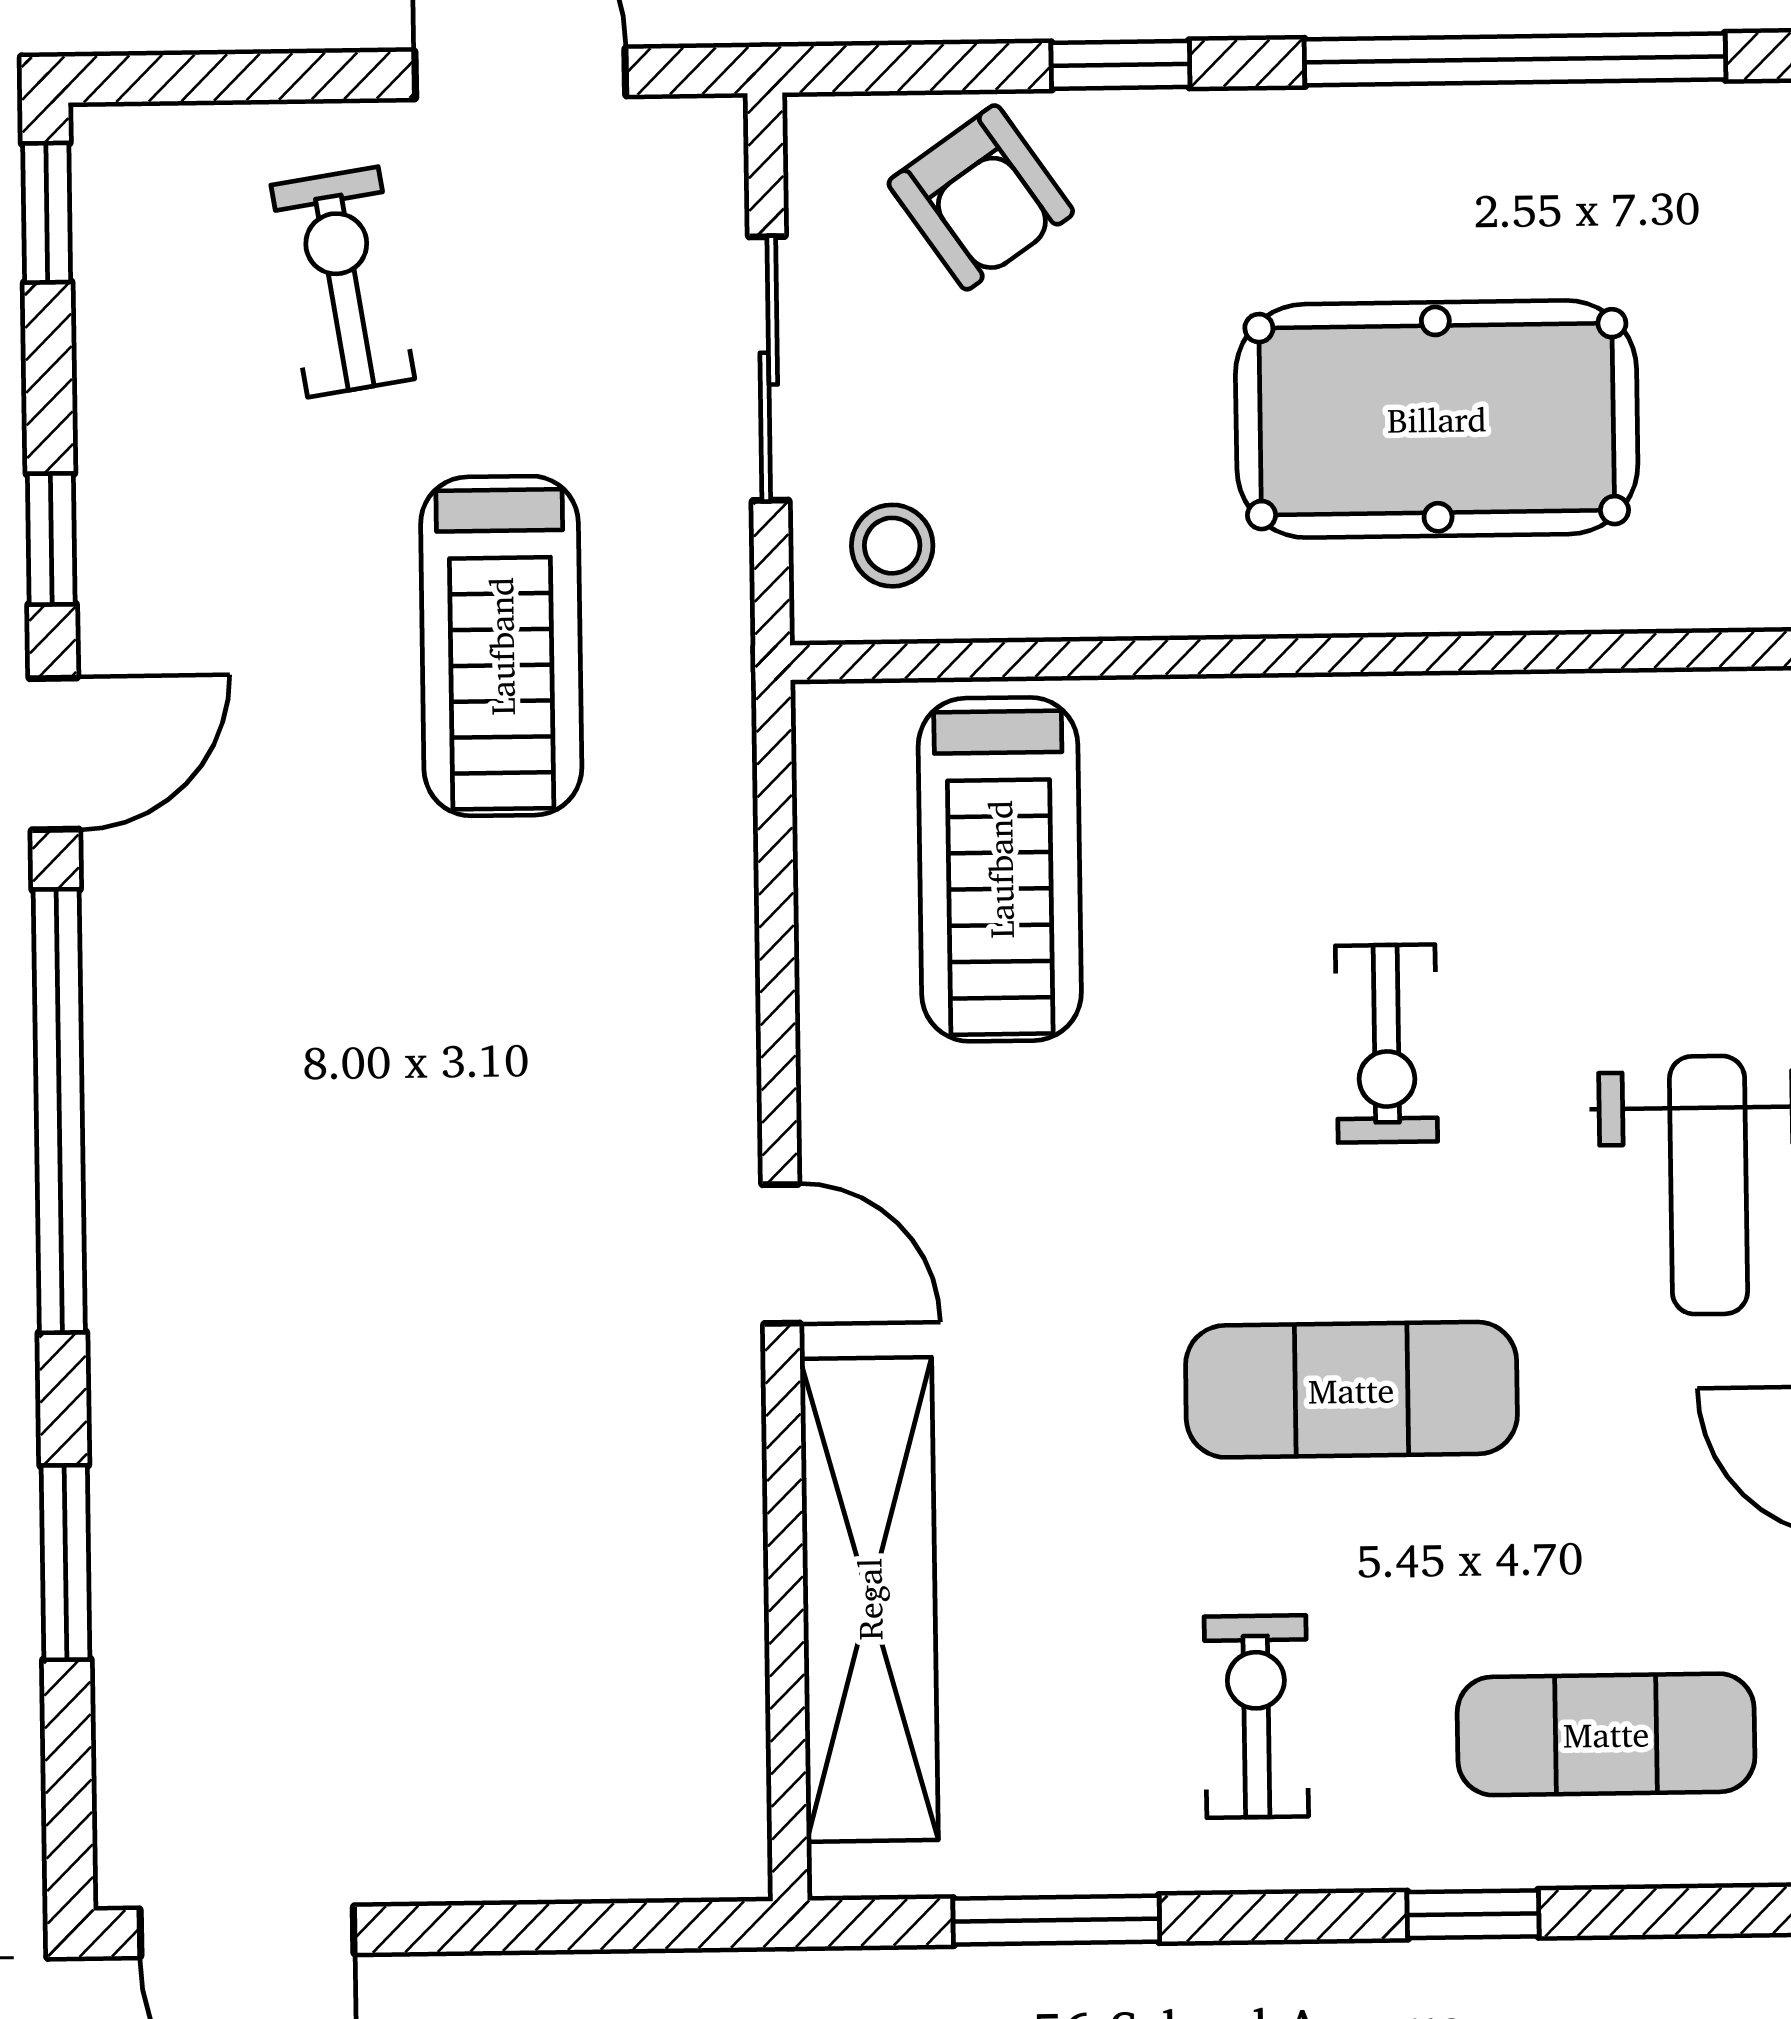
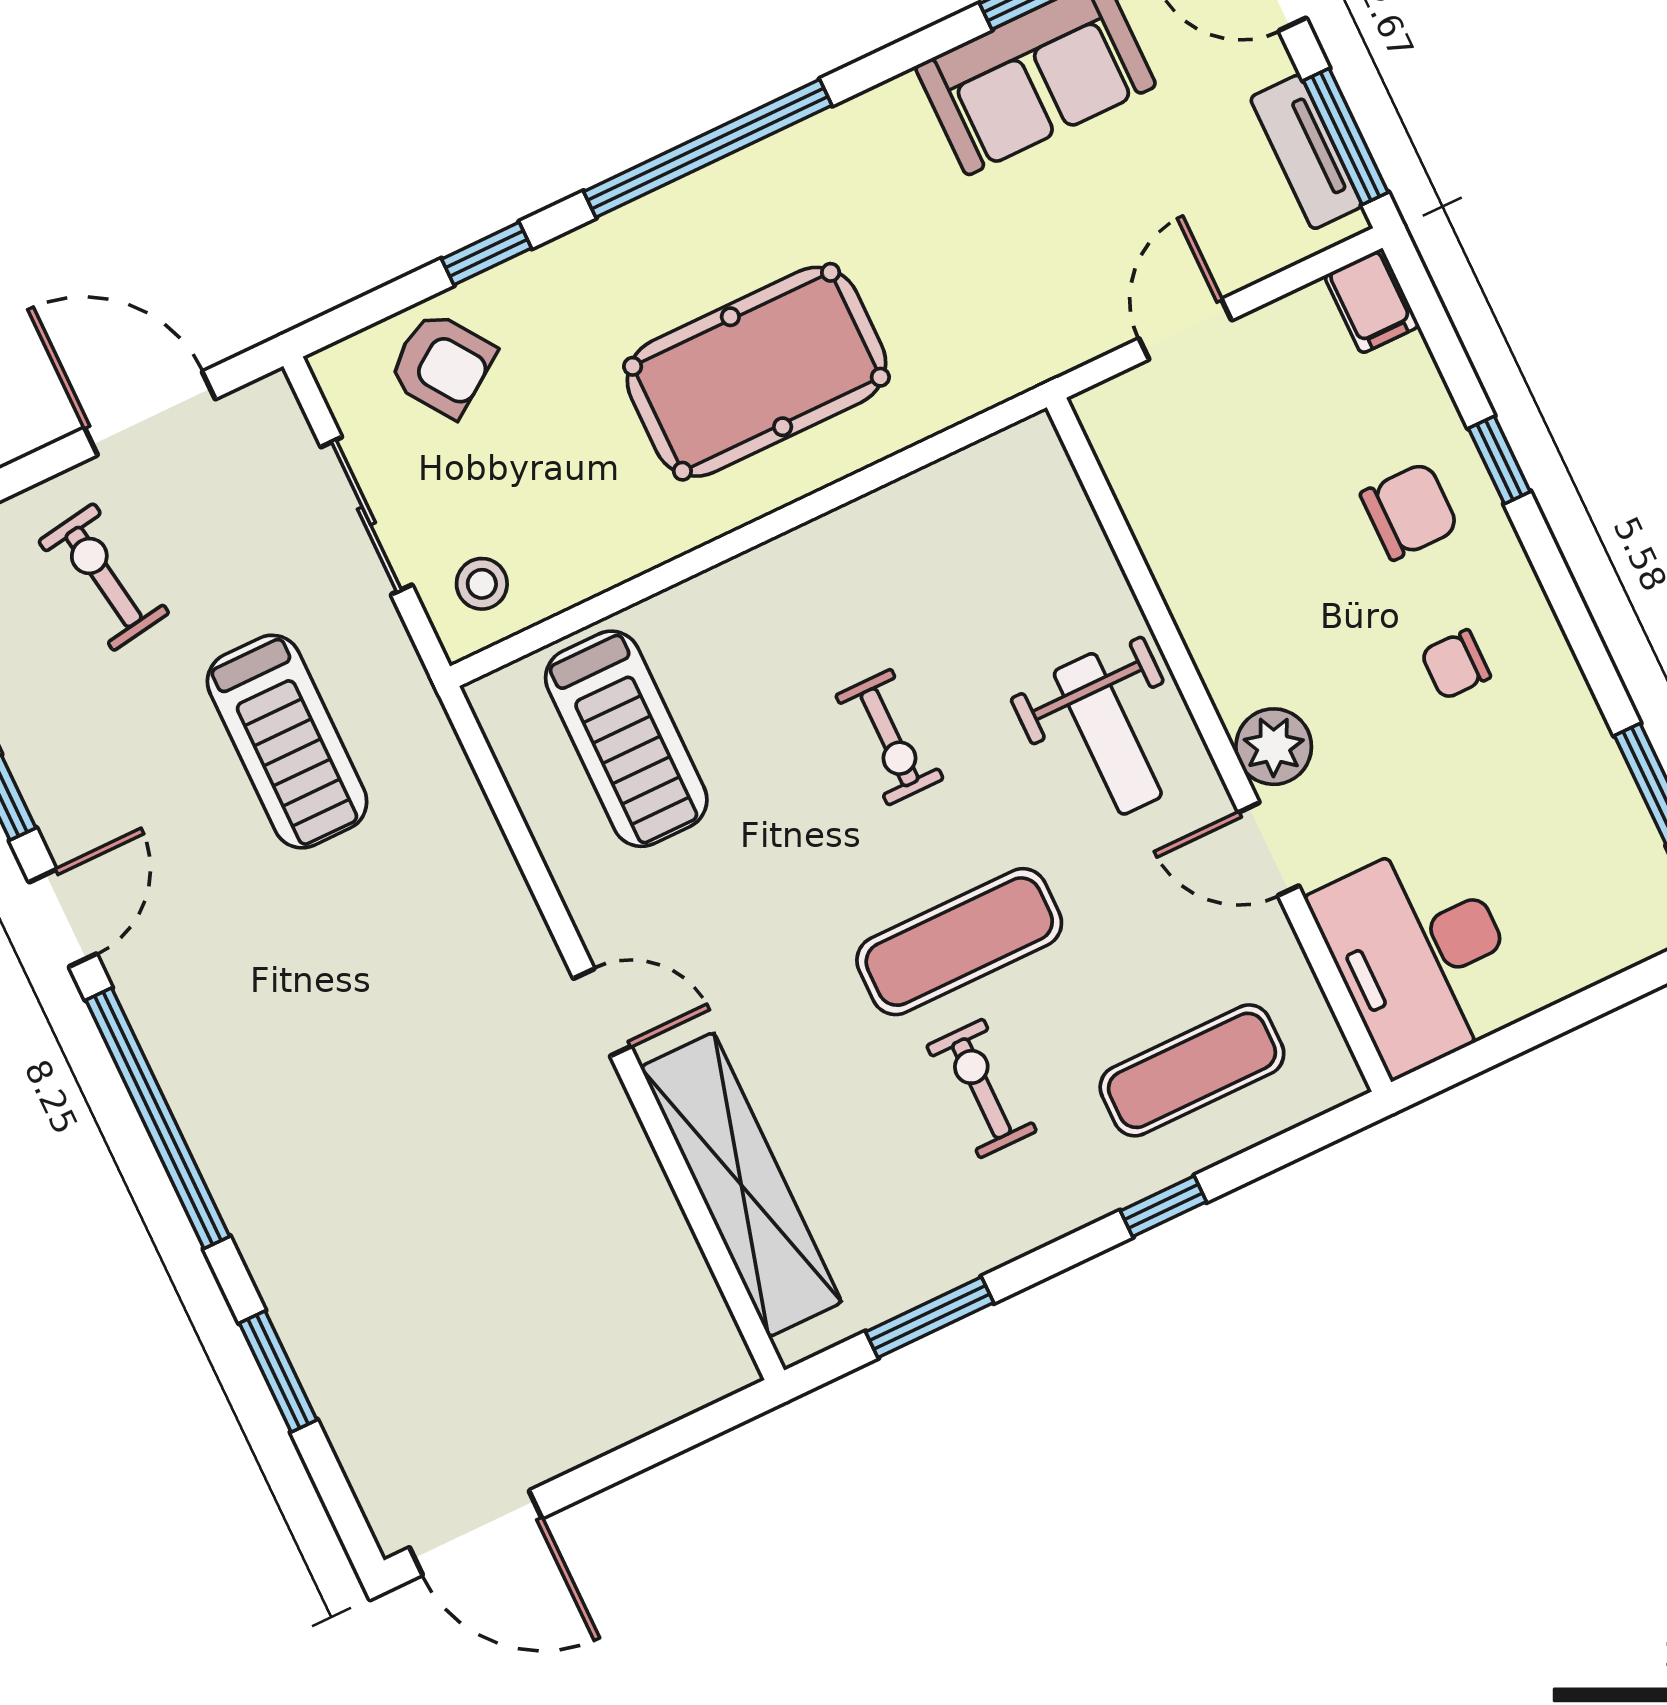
exercise bike: (1256, 1717) -> (981, 1088), moved

